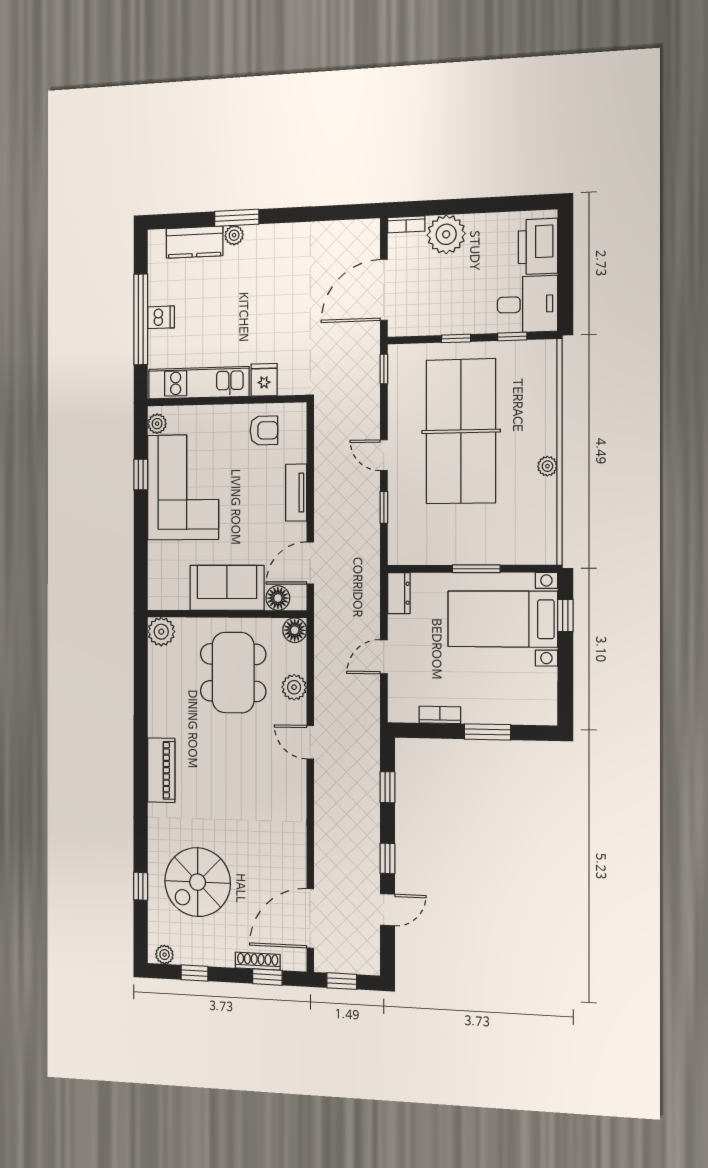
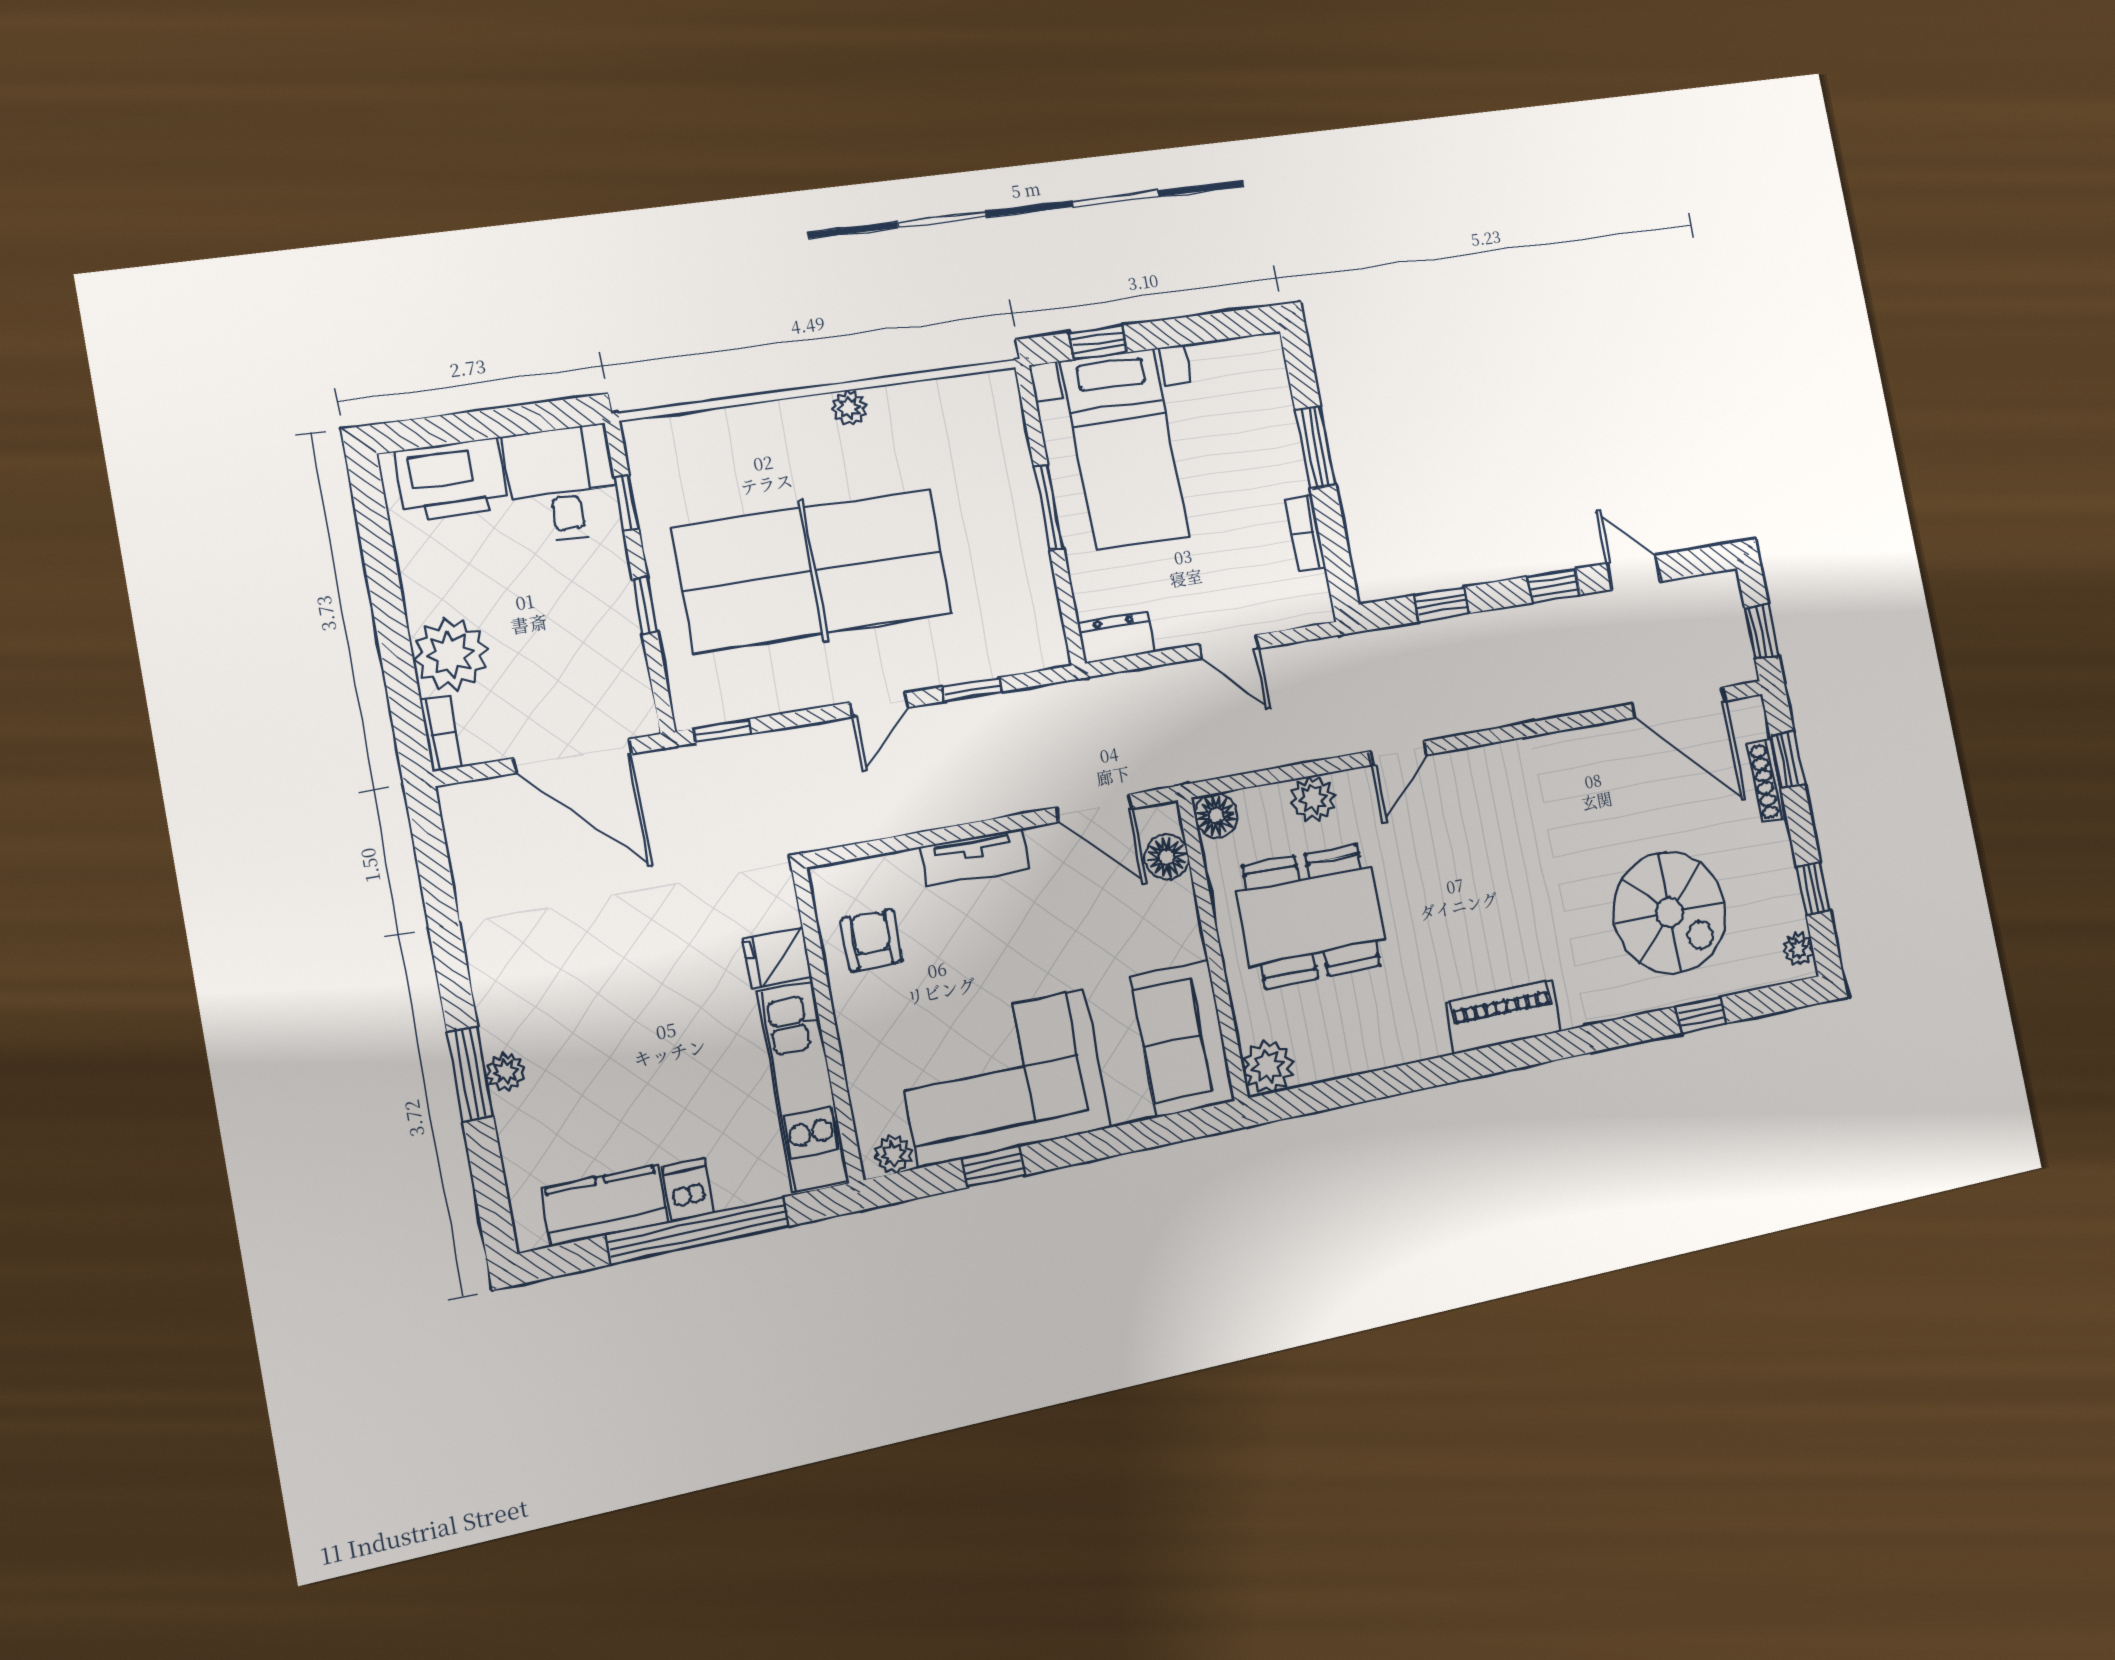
kitchen counter: (194, 242) -> (605, 1206), moved, turned -90
sofa: (227, 588) -> (1183, 1039), moved

